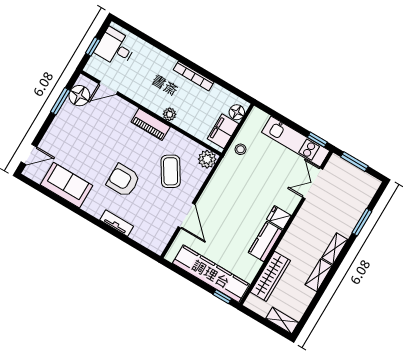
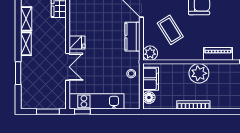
plant: (170, 114) -> (199, 73), width x1.88, depth x1.88
piano: (151, 124) -> (218, 54), moved
double door: (313, 183) -> (68, 67), moved
kitchen counter: (265, 241) -> (133, 37), moved, turned 180

